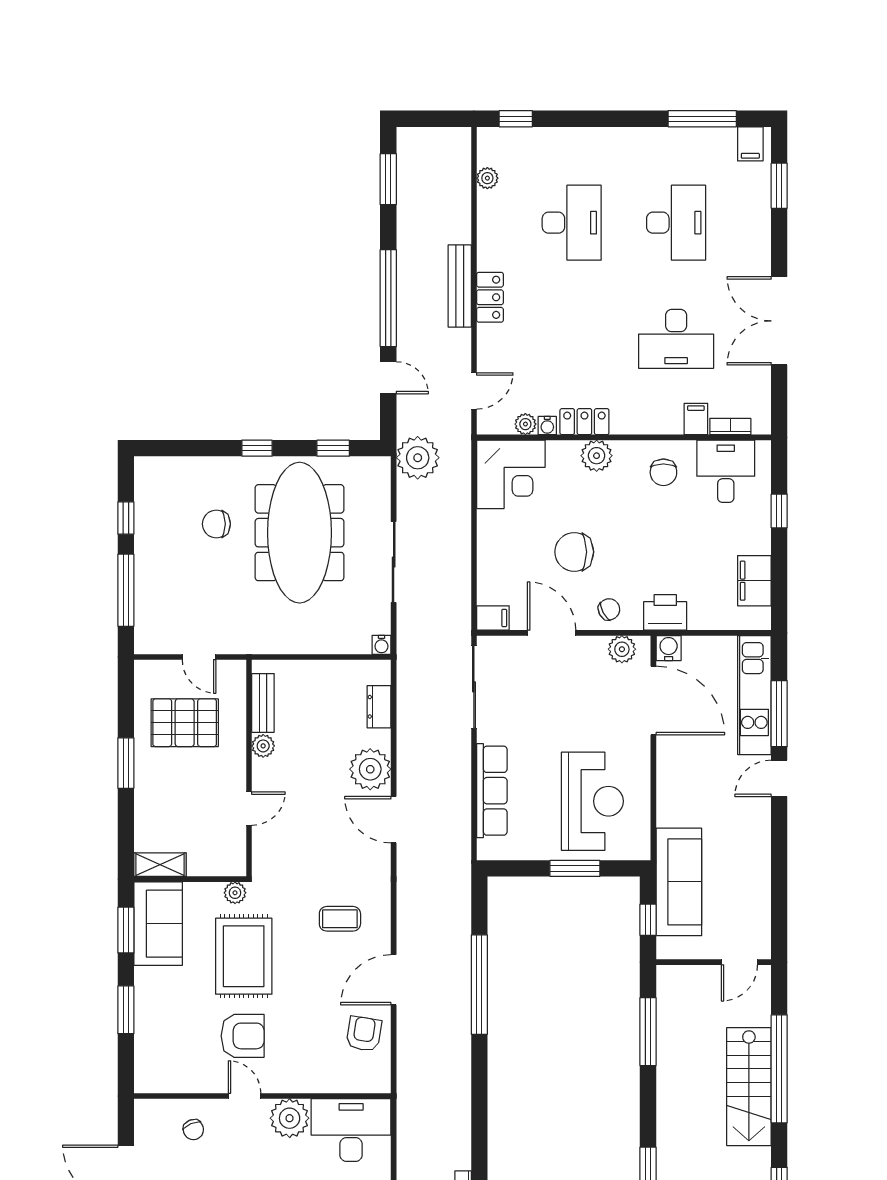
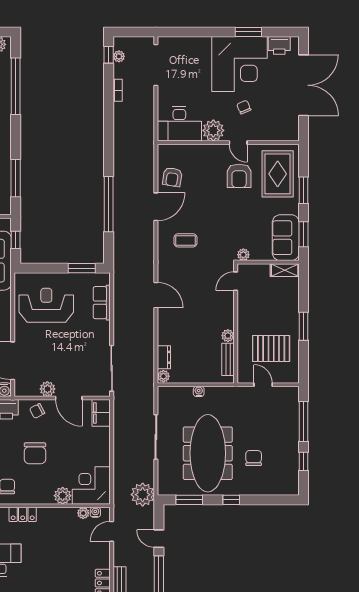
locker: (584, 422) -> (23, 514), moved
water cooler: (547, 426) -> (95, 512), moved
window: (333, 448) -> (189, 500), width x1.50
plant: (597, 456) -> (63, 496), moved
chair: (216, 524) -> (254, 458), turned -90
chair: (574, 552) -> (35, 453), moved, turned 90
filing cabinet: (493, 618) -> (101, 413), width x2.00
water cooler: (381, 645) -> (199, 391), moved
plant: (622, 649) -> (47, 389), moved
plant: (370, 769) -> (163, 376), moved, width x0.53, depth x0.53
row of seats: (492, 791) -> (102, 303), width x0.68
reception desk: (592, 801) -> (46, 305), turned 90
door: (249, 809) -> (236, 281), moved
window: (575, 868) -> (82, 268), moved
rug: (244, 956) -> (278, 174), moved
armchair: (243, 1036) -> (239, 176), turned -90
chair: (193, 1130) -> (244, 107), moved

